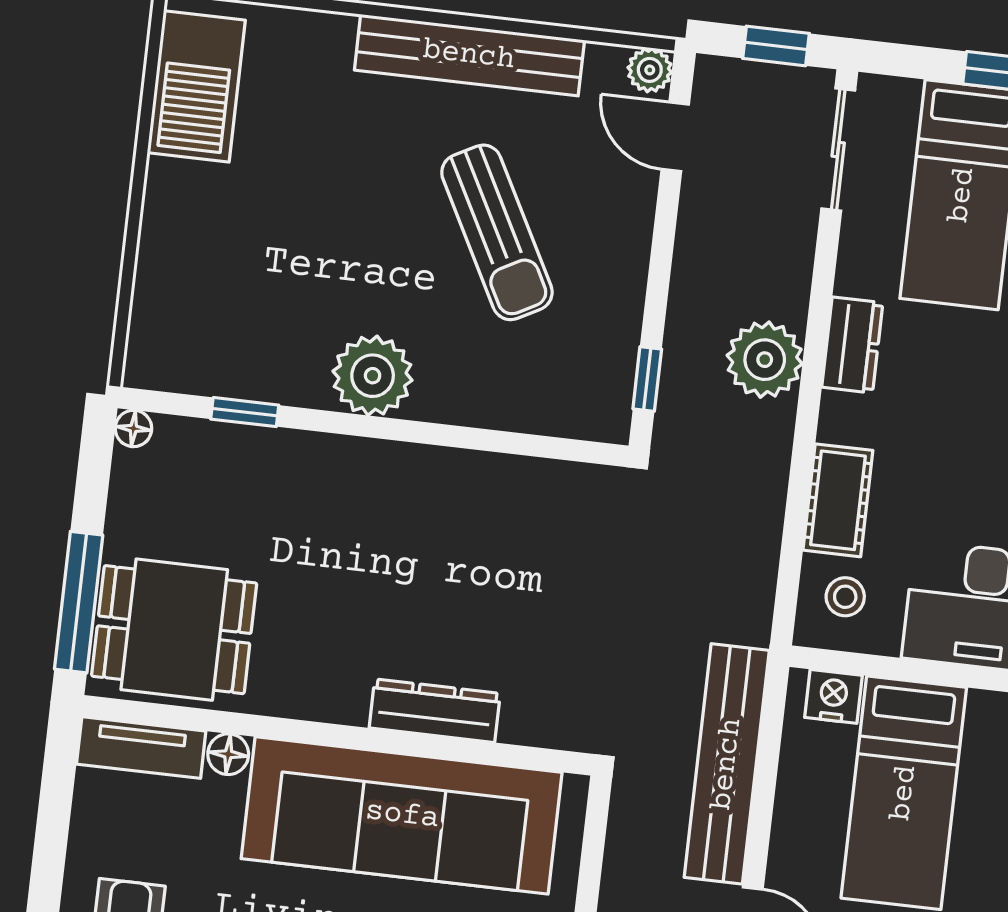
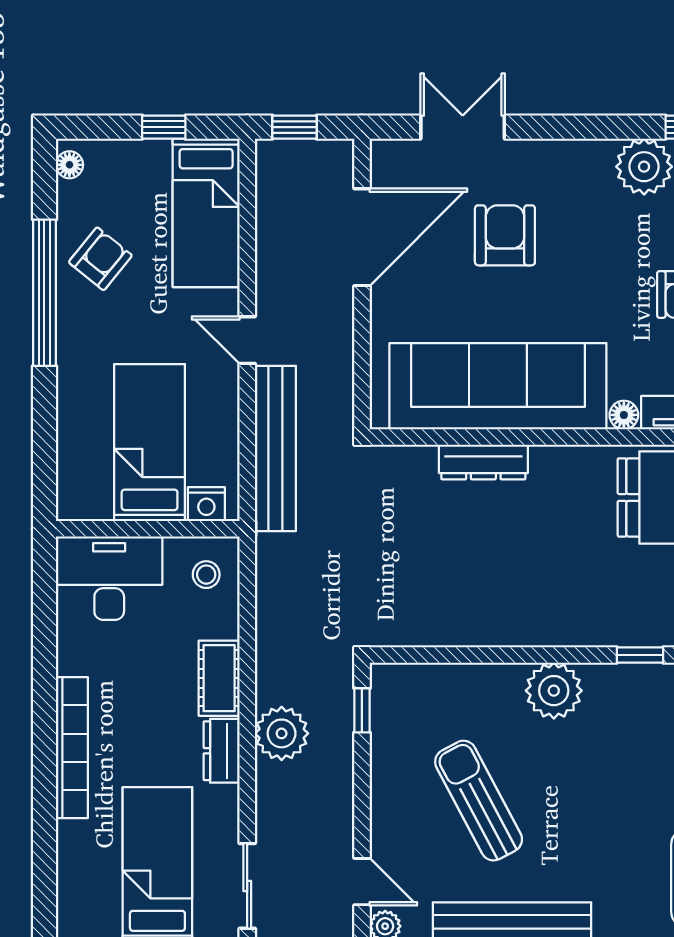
cot: (838, 500) -> (219, 678), moved

